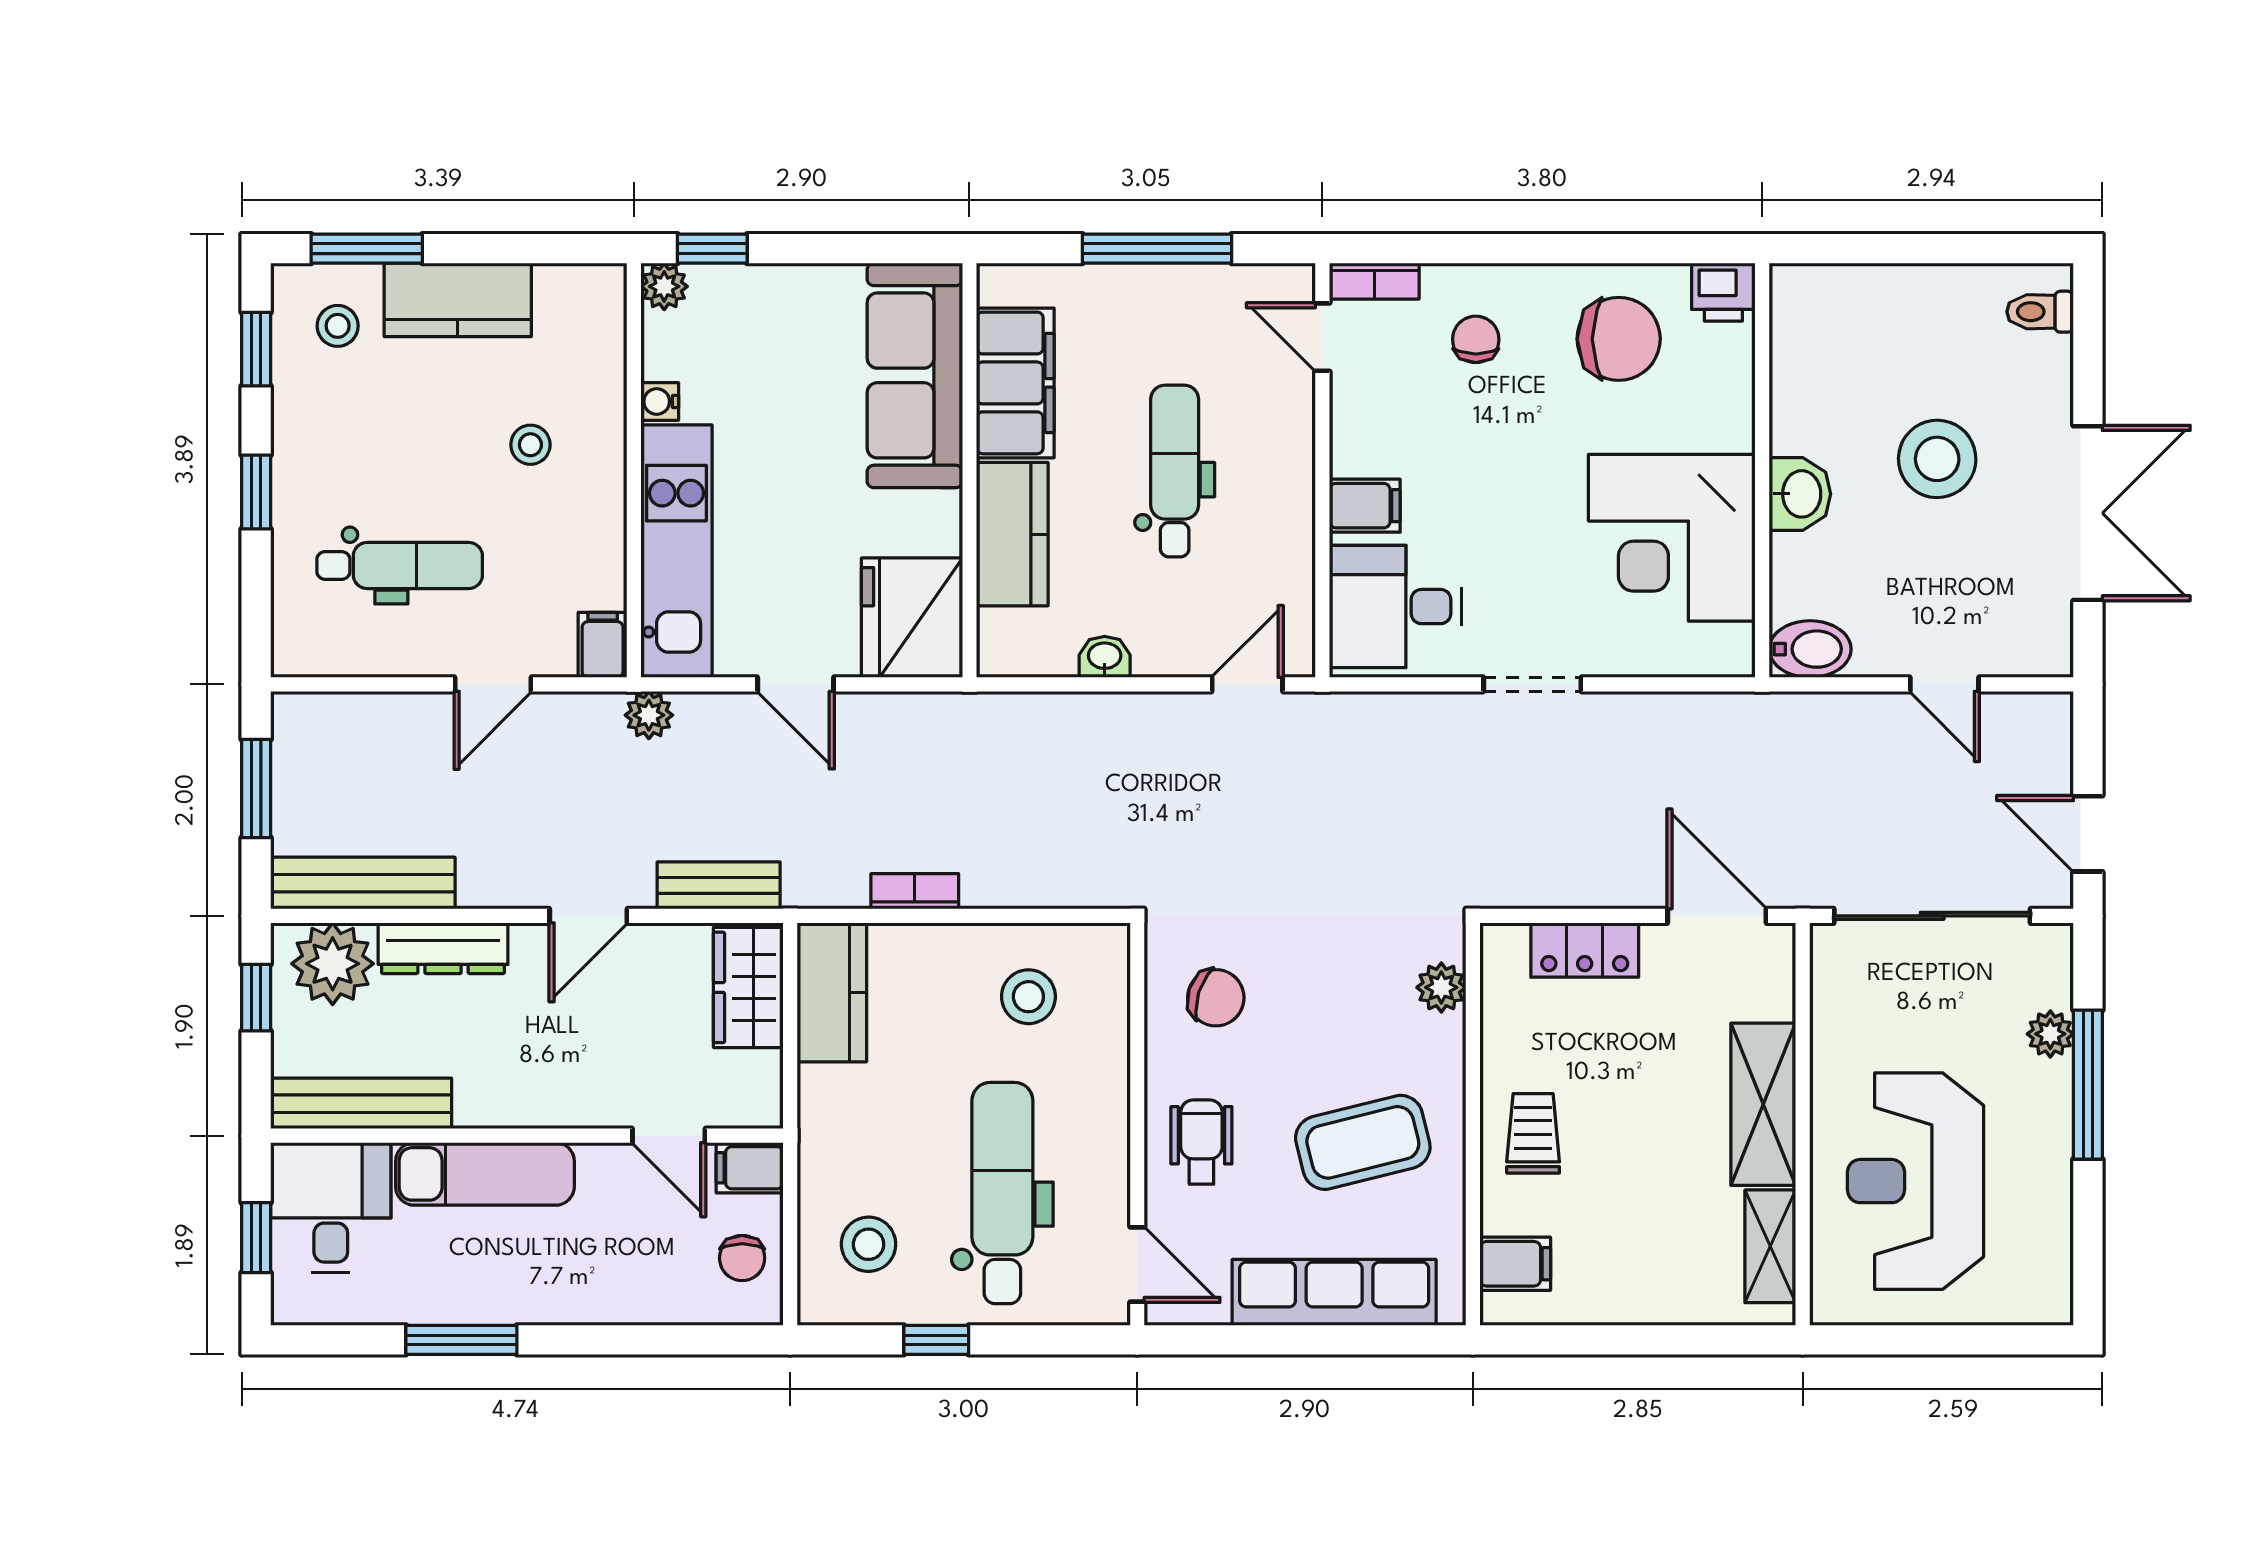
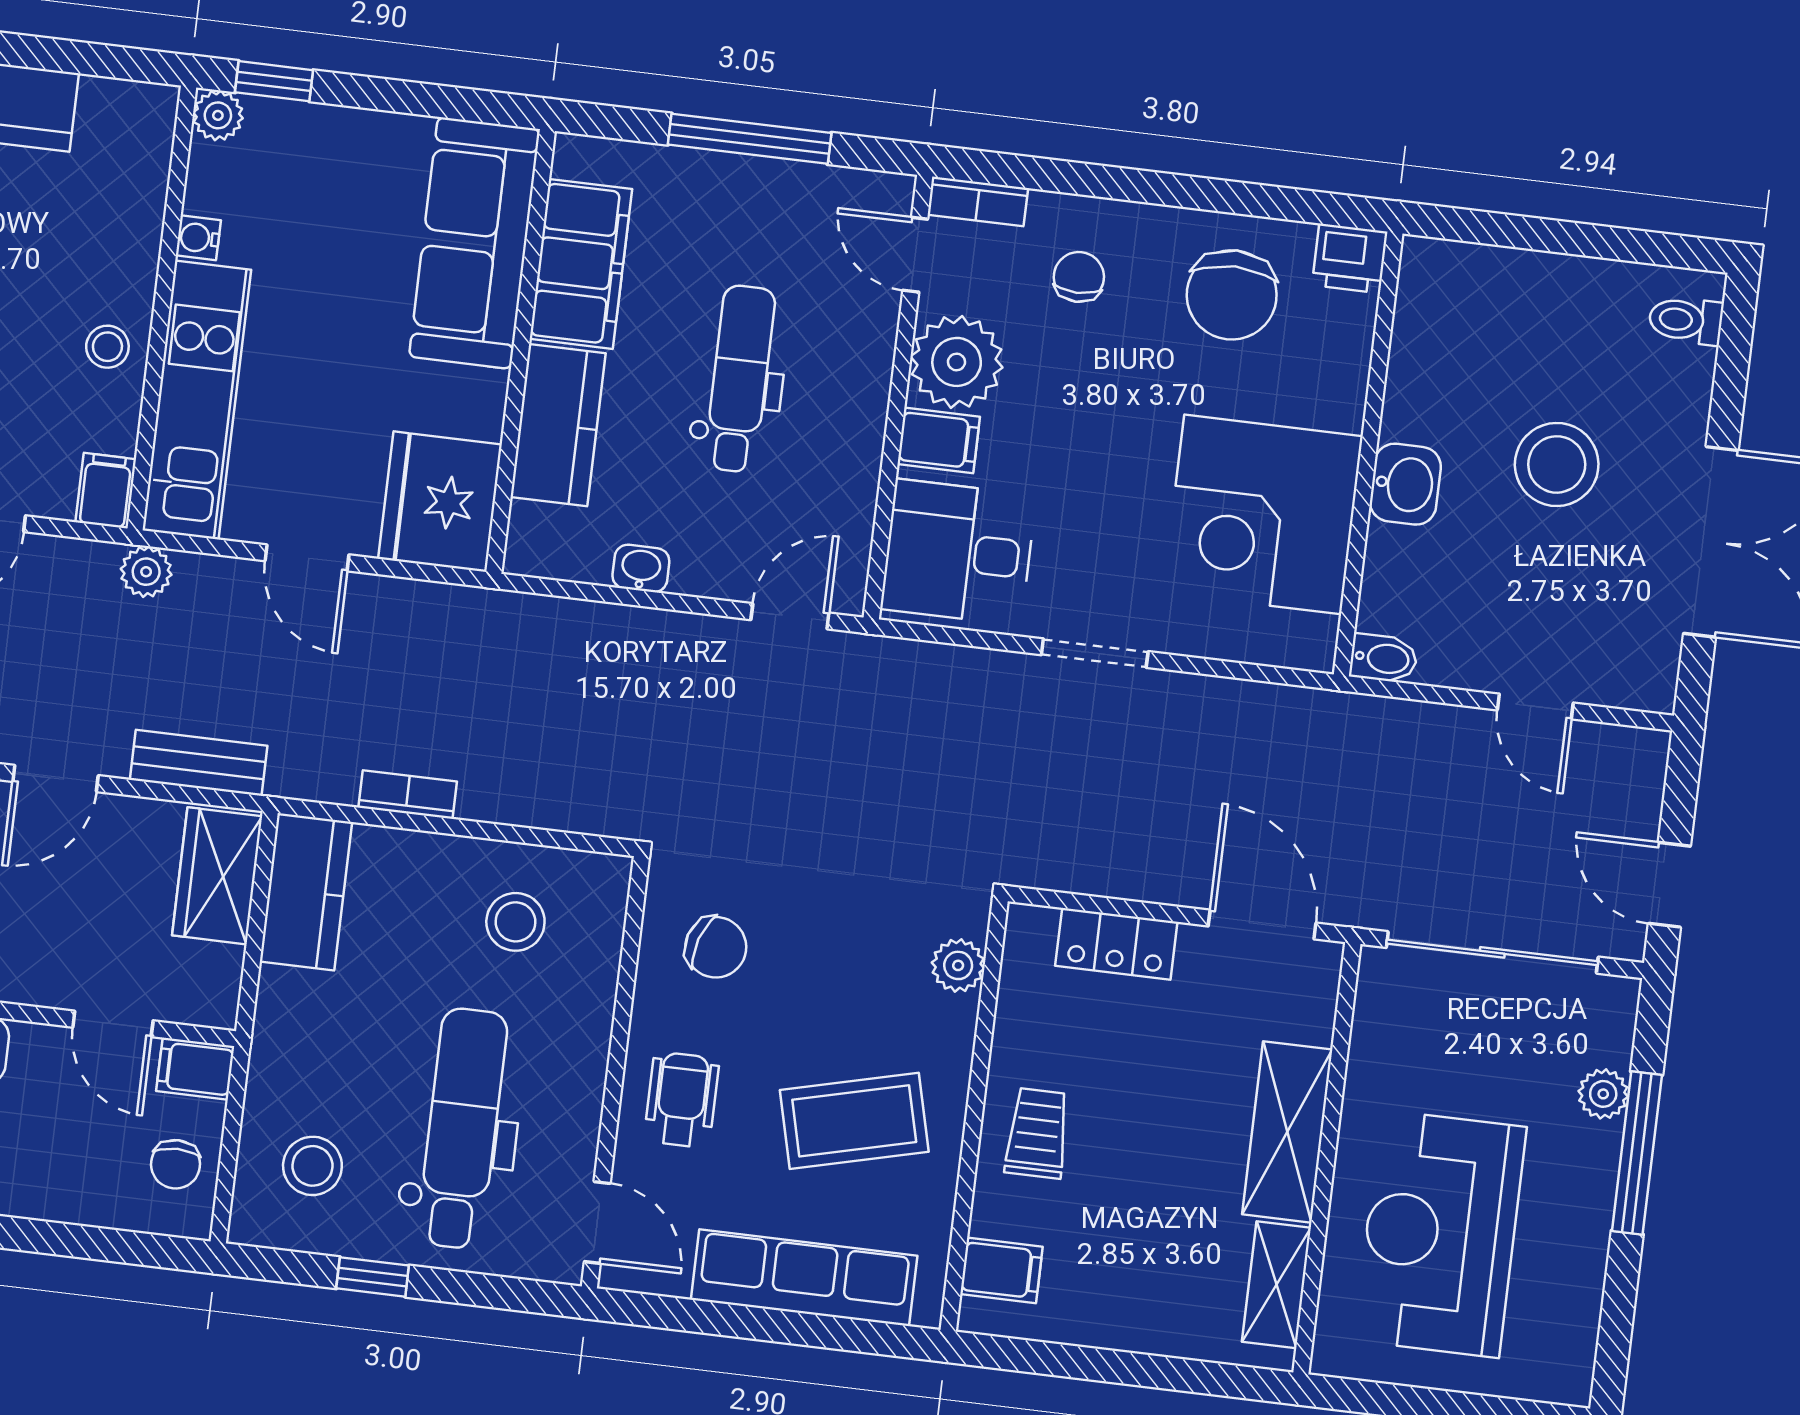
chair: (1619, 339) -> (1232, 295), turned 90
plant: (1373, 431) -> (957, 362), added
stool: (530, 445) -> (107, 347), moved
bidet: (1810, 649) -> (1384, 658), width x0.72, depth x0.74

